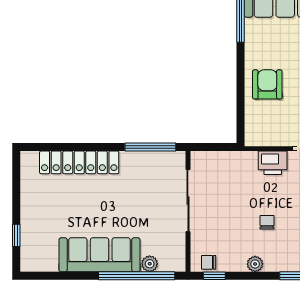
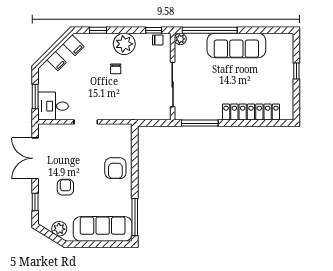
printer: (273, 163) -> (112, 112), removed
window: (16, 235) -> (296, 71), moved
plant: (150, 264) -> (180, 39), moved
plant: (255, 264) -> (124, 44), width x1.87, depth x1.87

